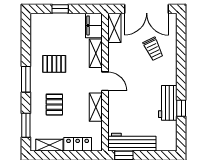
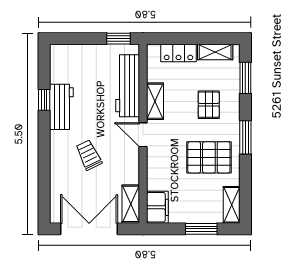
window: (60, 9) -> (201, 229), width x1.50
trolley: (153, 49) -> (89, 155), moved
shelving: (96, 53) -> (232, 205), moved
pallet: (54, 64) -> (209, 157), width x1.50, depth x1.42
workbench: (132, 142) -> (128, 86), moved, turned 90

